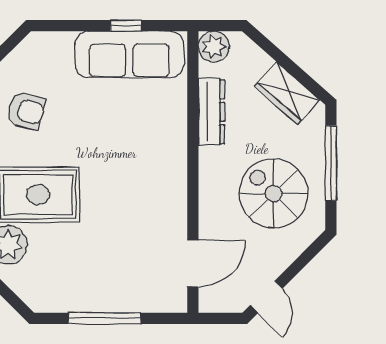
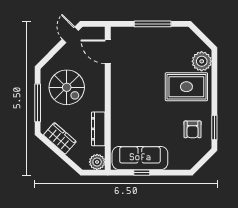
armchair: (26, 111) -> (193, 129), turned -104
door: (193, 264) -> (108, 52), hinge flipped

